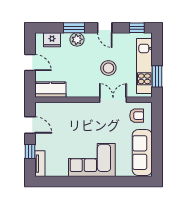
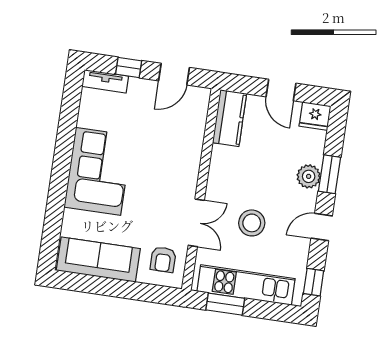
fridge: (52, 40) -> (315, 116), moved, turned -90
door: (30, 63) -> (281, 90), hinge flipped

